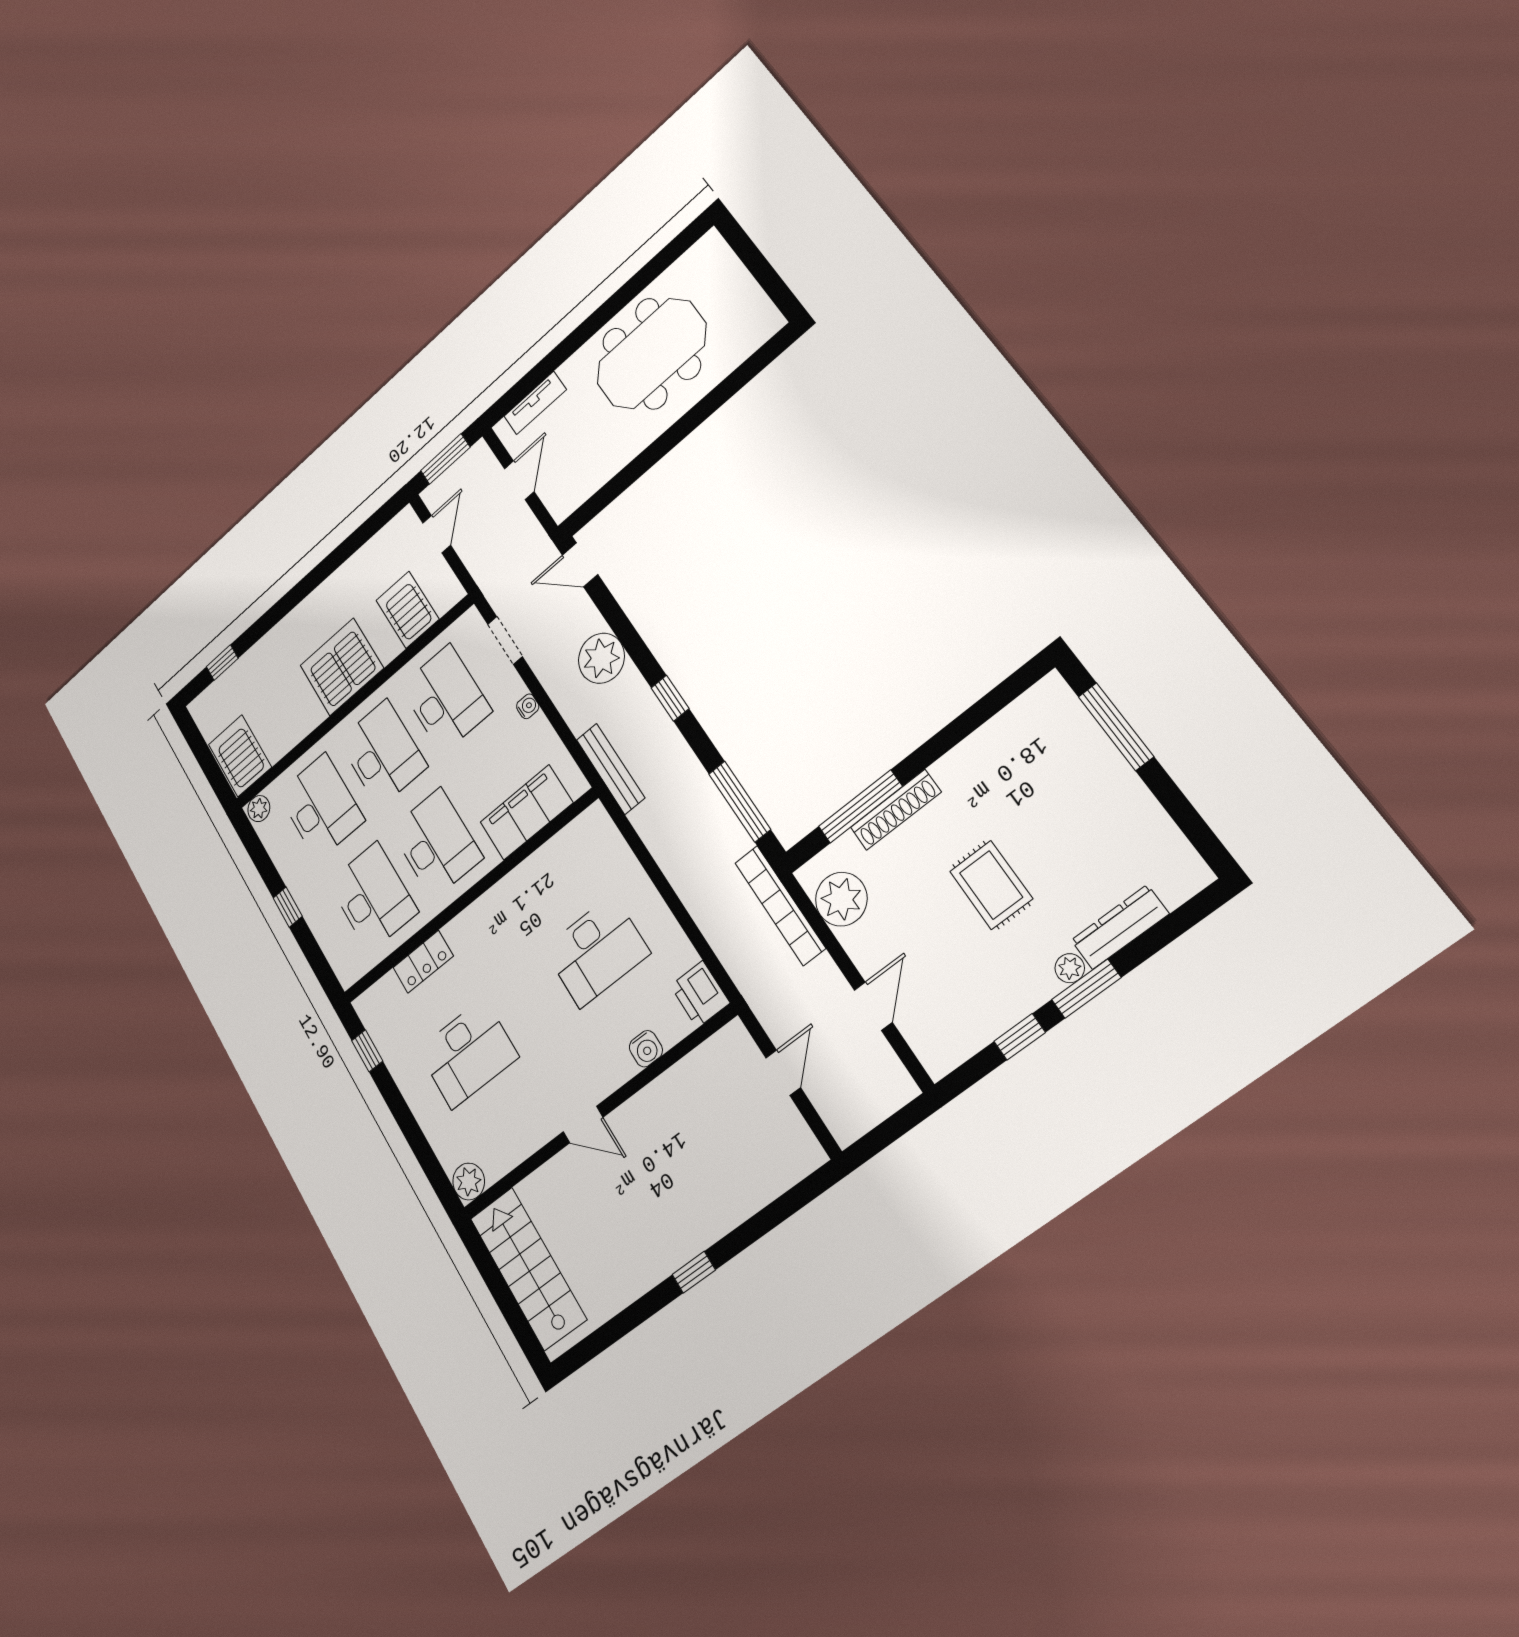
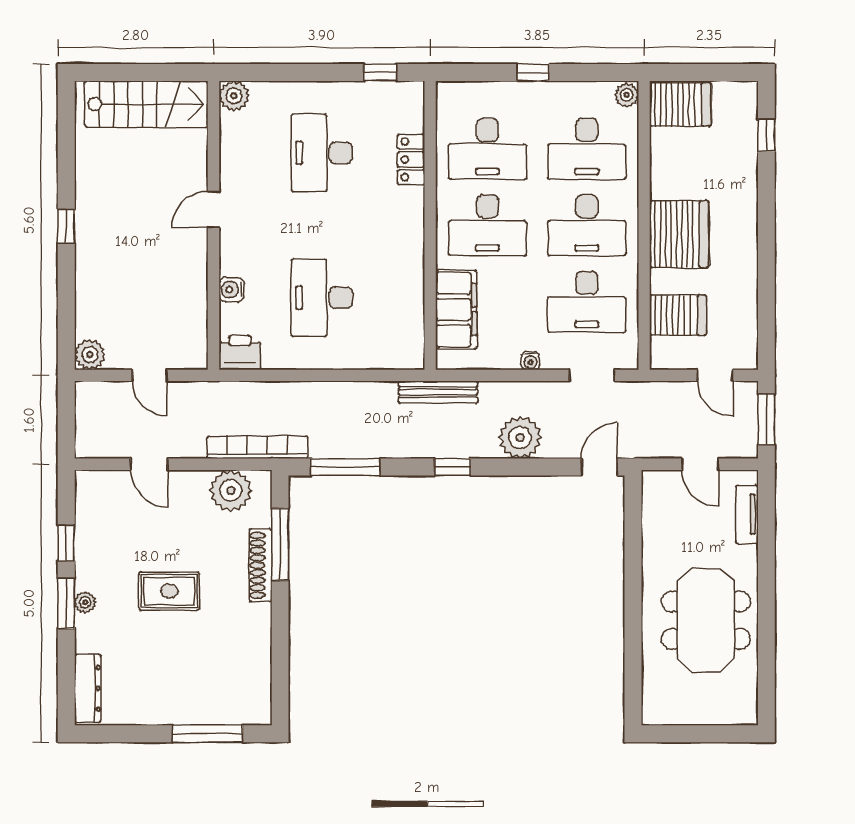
dresser: (1120, 927) -> (88, 688), moved
plant: (804, 1154) -> (90, 354), added

